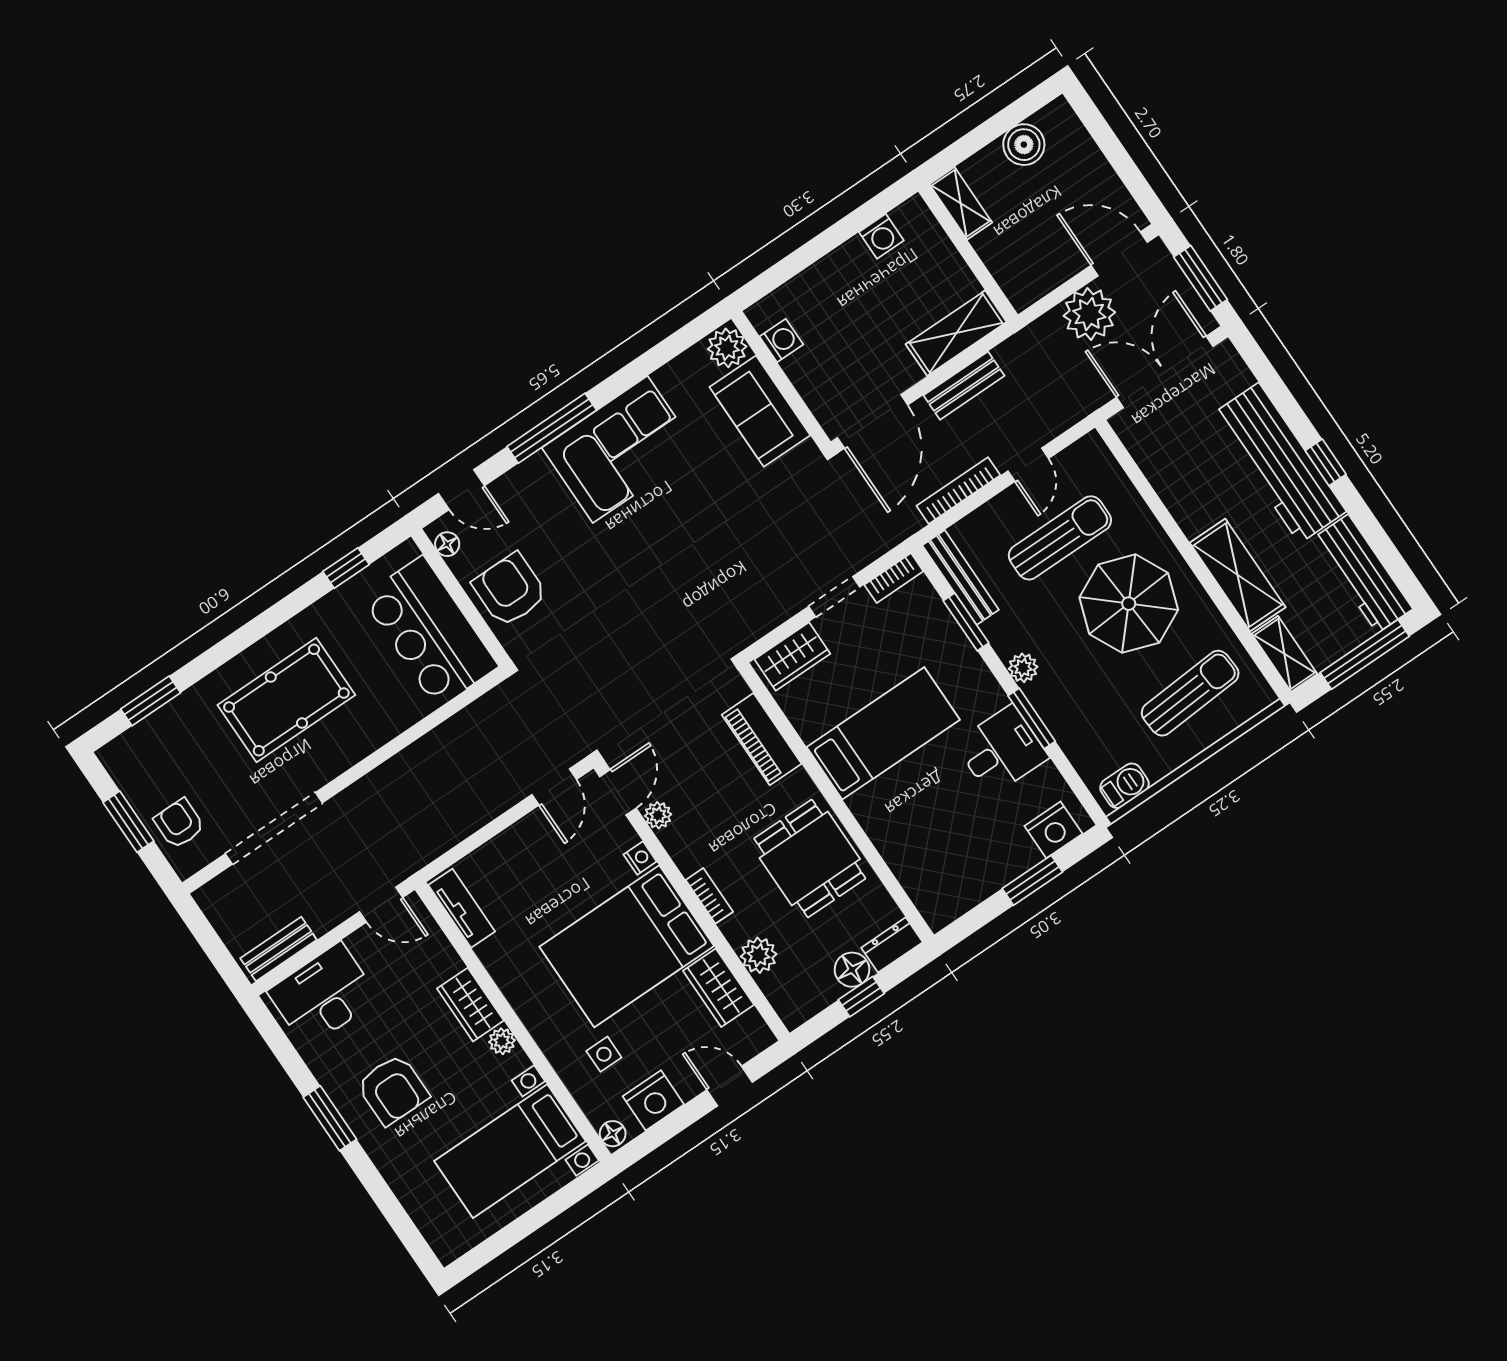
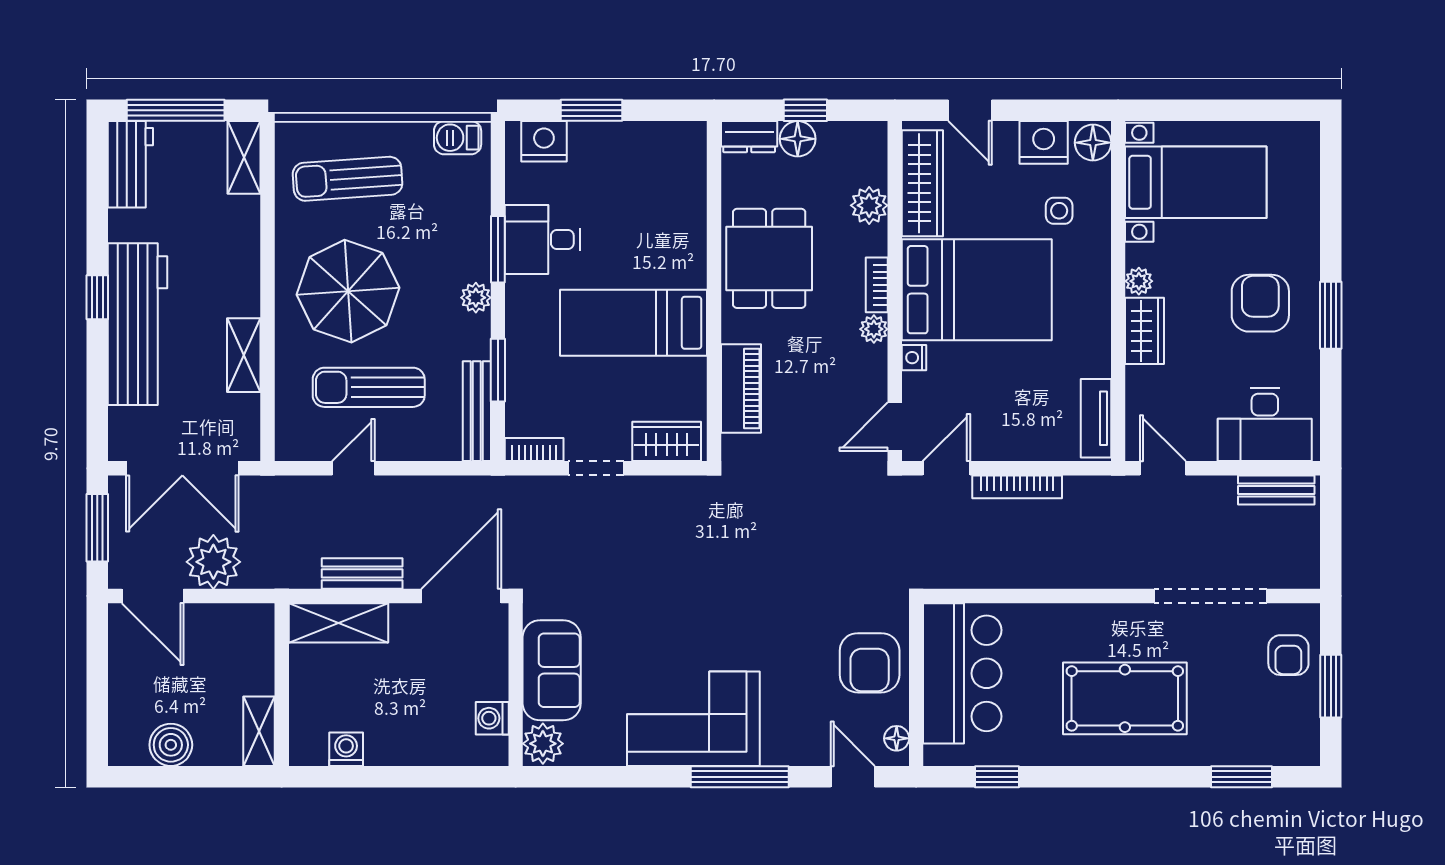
bookcase: (958, 491) -> (1017, 487), moved
workbench: (1363, 574) -> (130, 164), width x0.73
shelving: (1238, 575) -> (244, 355), moved, width x0.67, depth x0.75
plant: (658, 815) -> (874, 329), moved
wardrobe: (718, 988) -> (922, 183), width x1.50
floor lamp: (613, 1134) -> (1093, 143), width x1.37, depth x1.37

